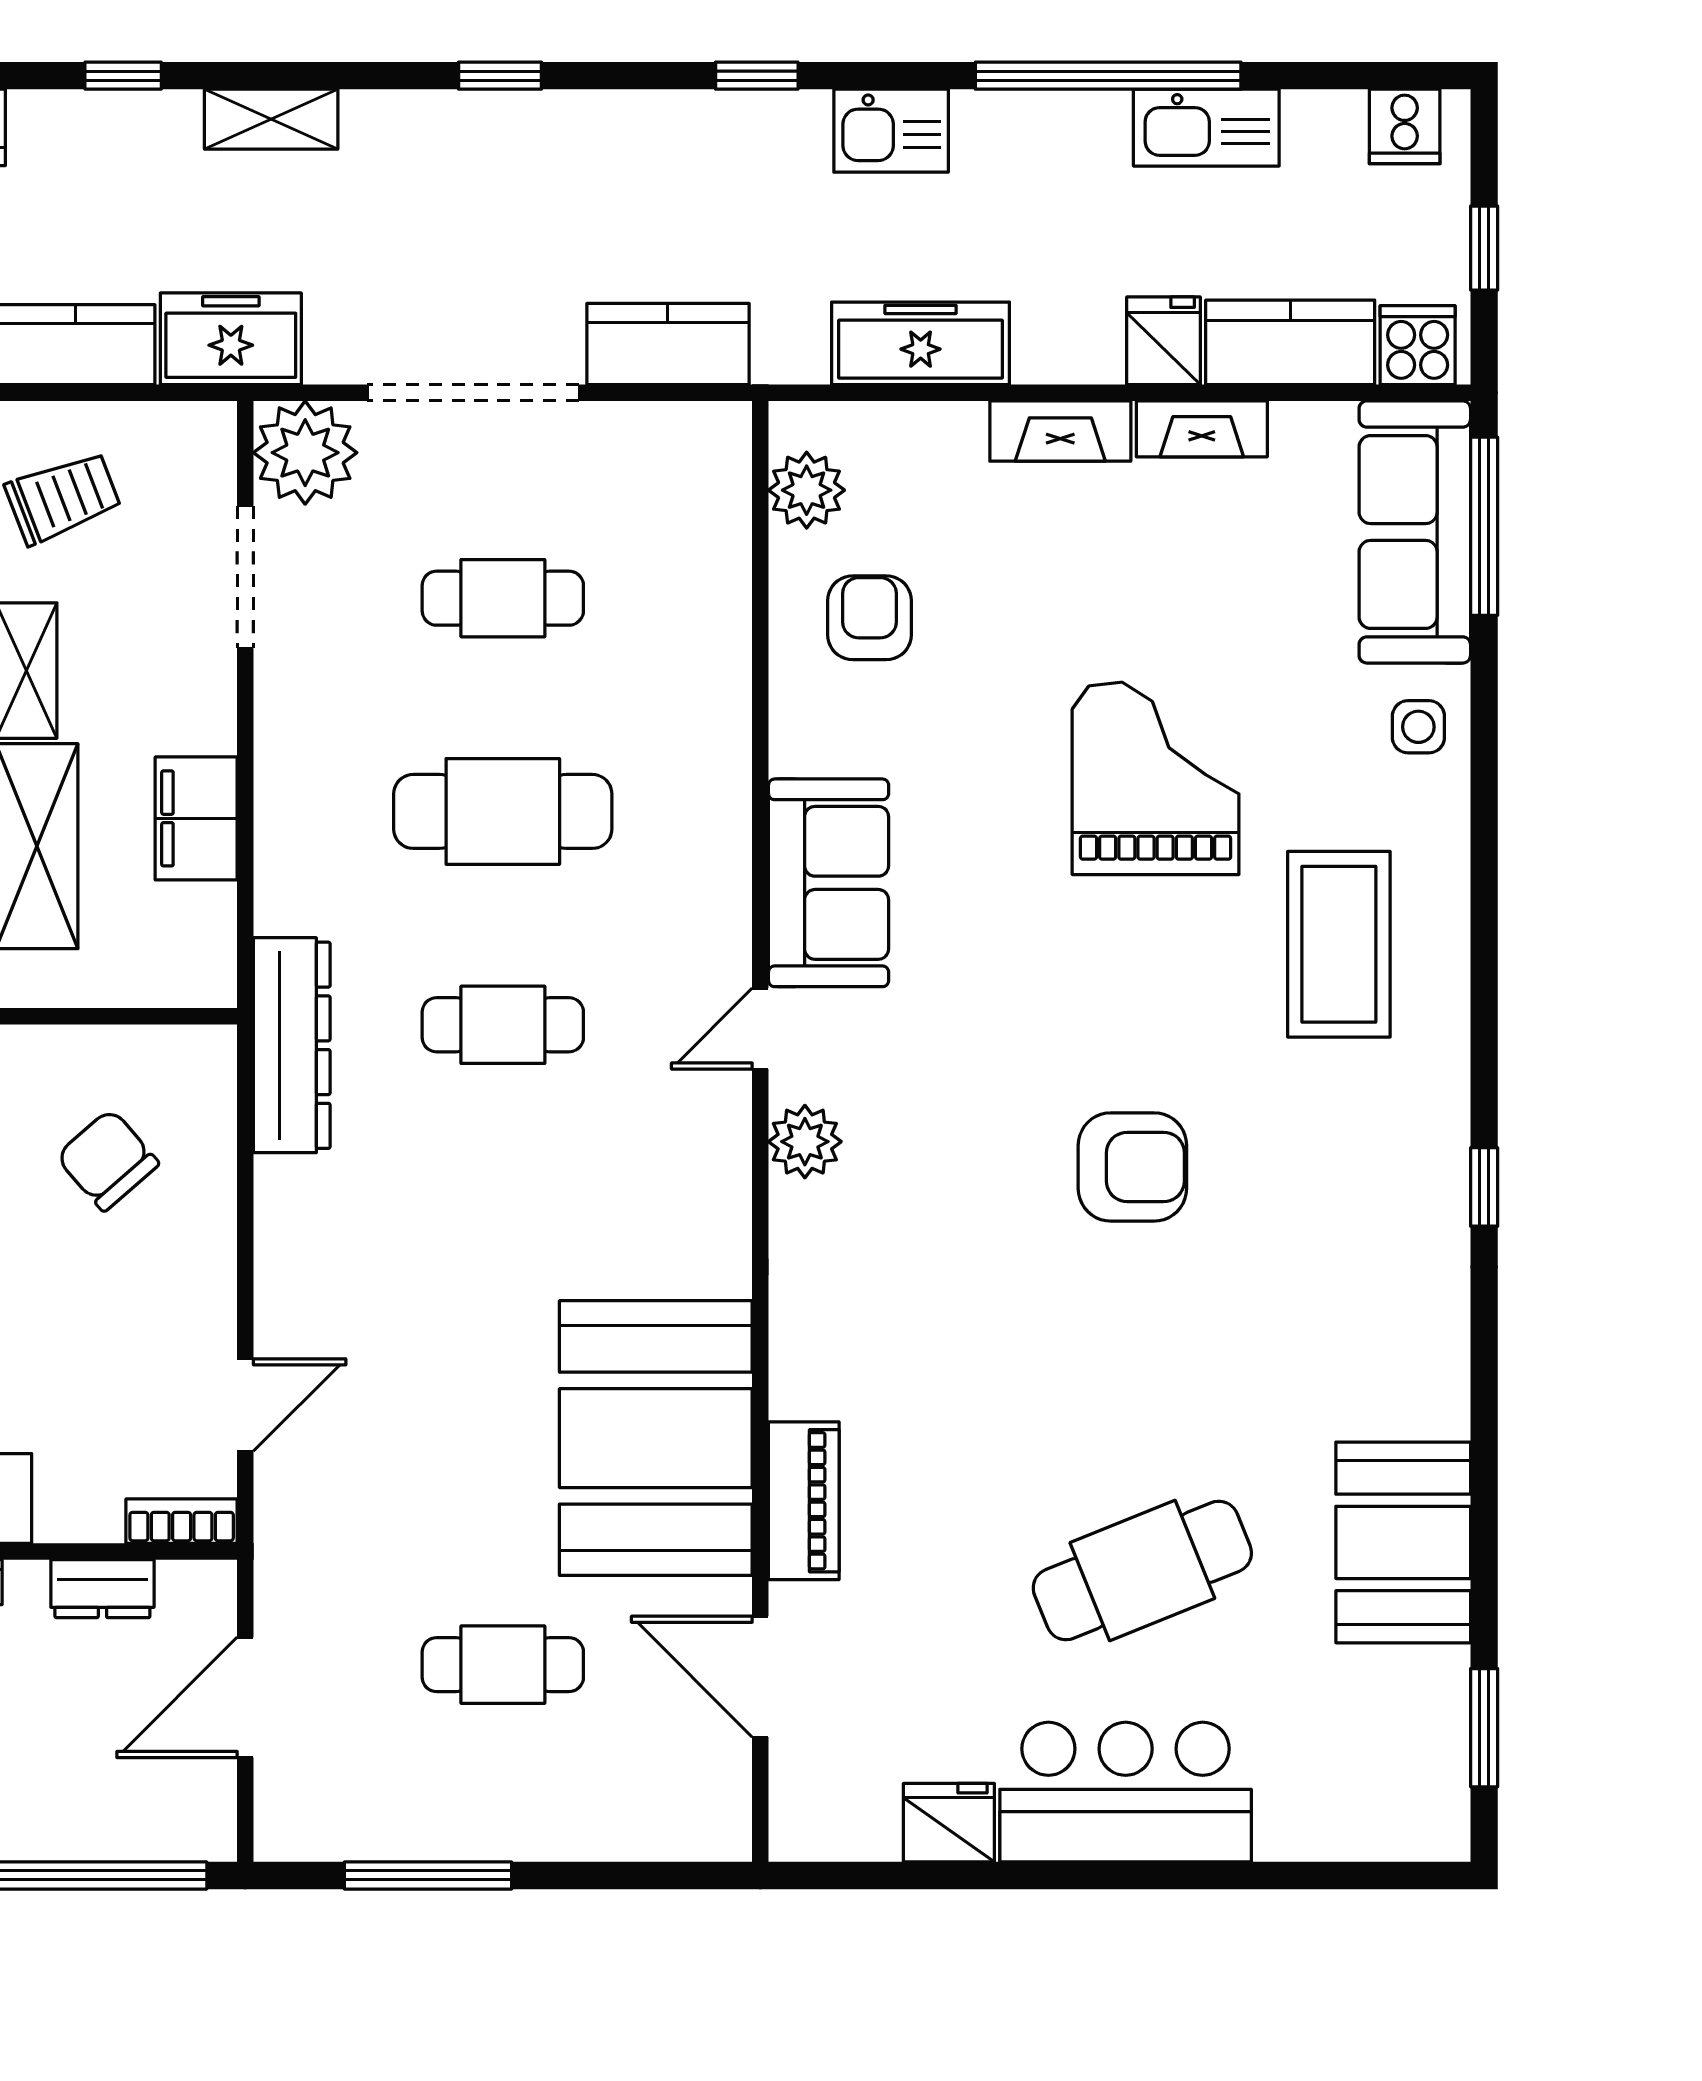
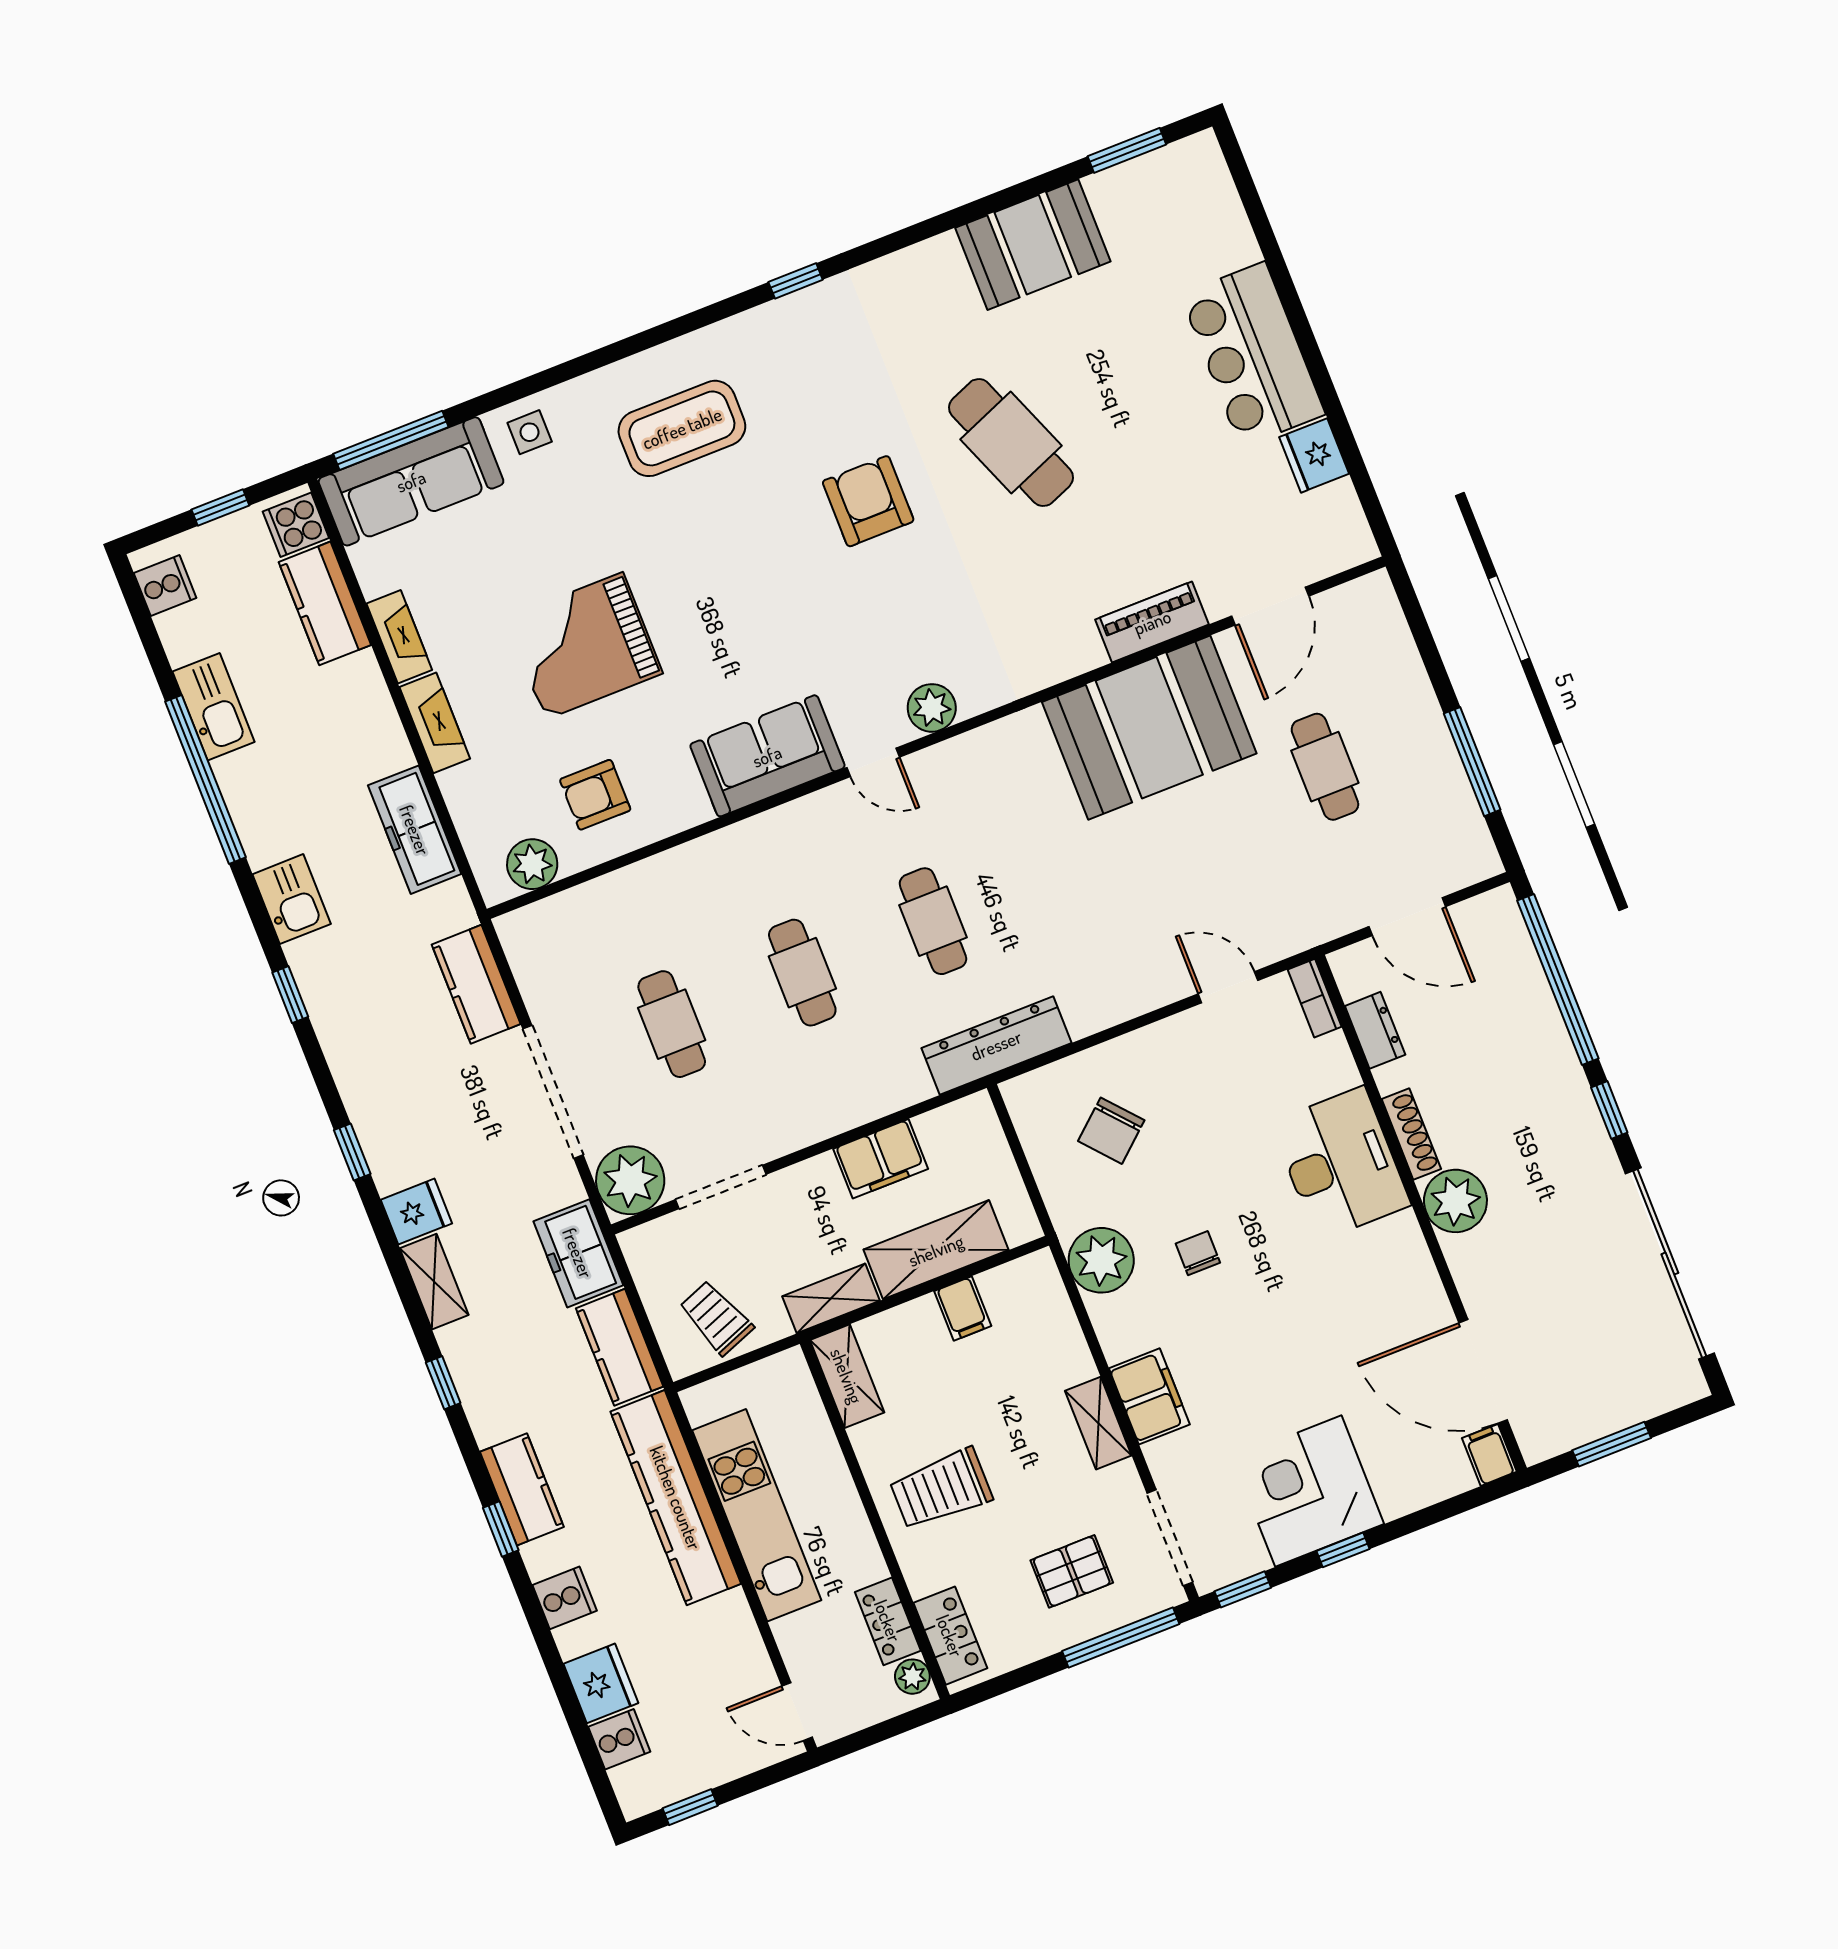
fridge: (1163, 341) -> (416, 1212), moved, turned 180
grand piano: (1156, 778) -> (584, 646), moved
cafe table: (503, 811) -> (802, 973), width x0.73, depth x0.74
cafe table: (1142, 1570) -> (1011, 443), moved

